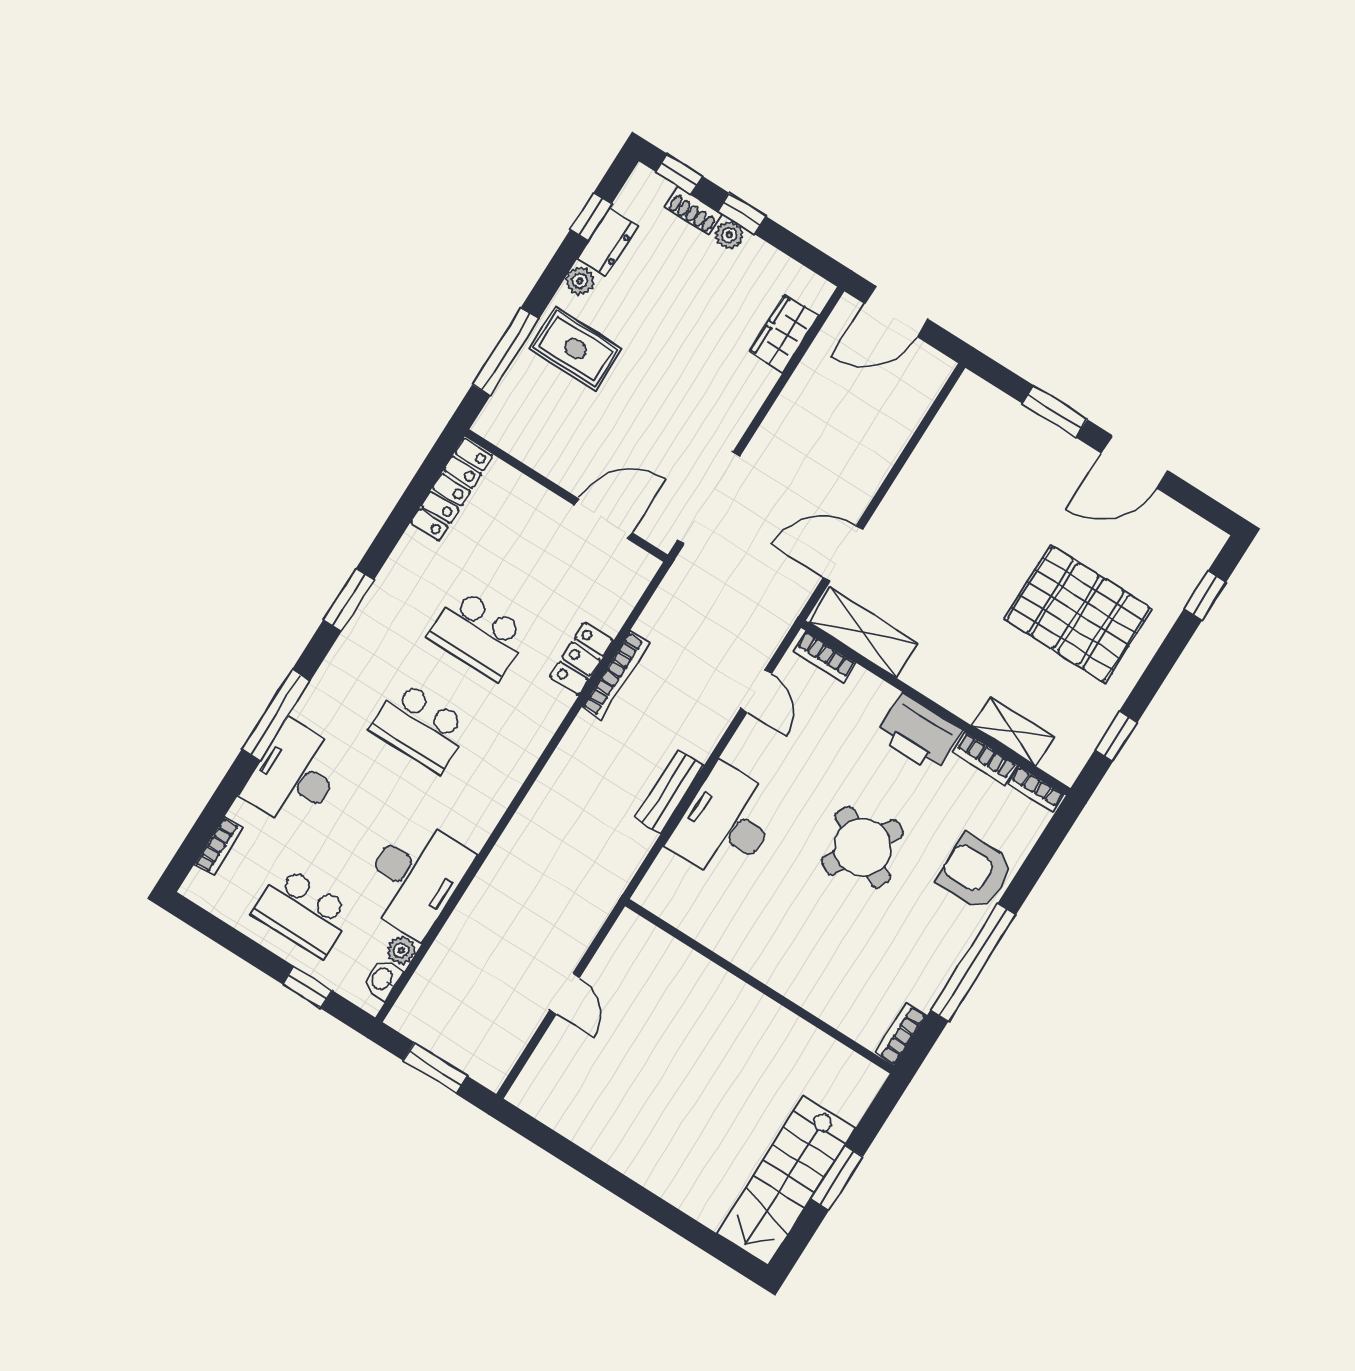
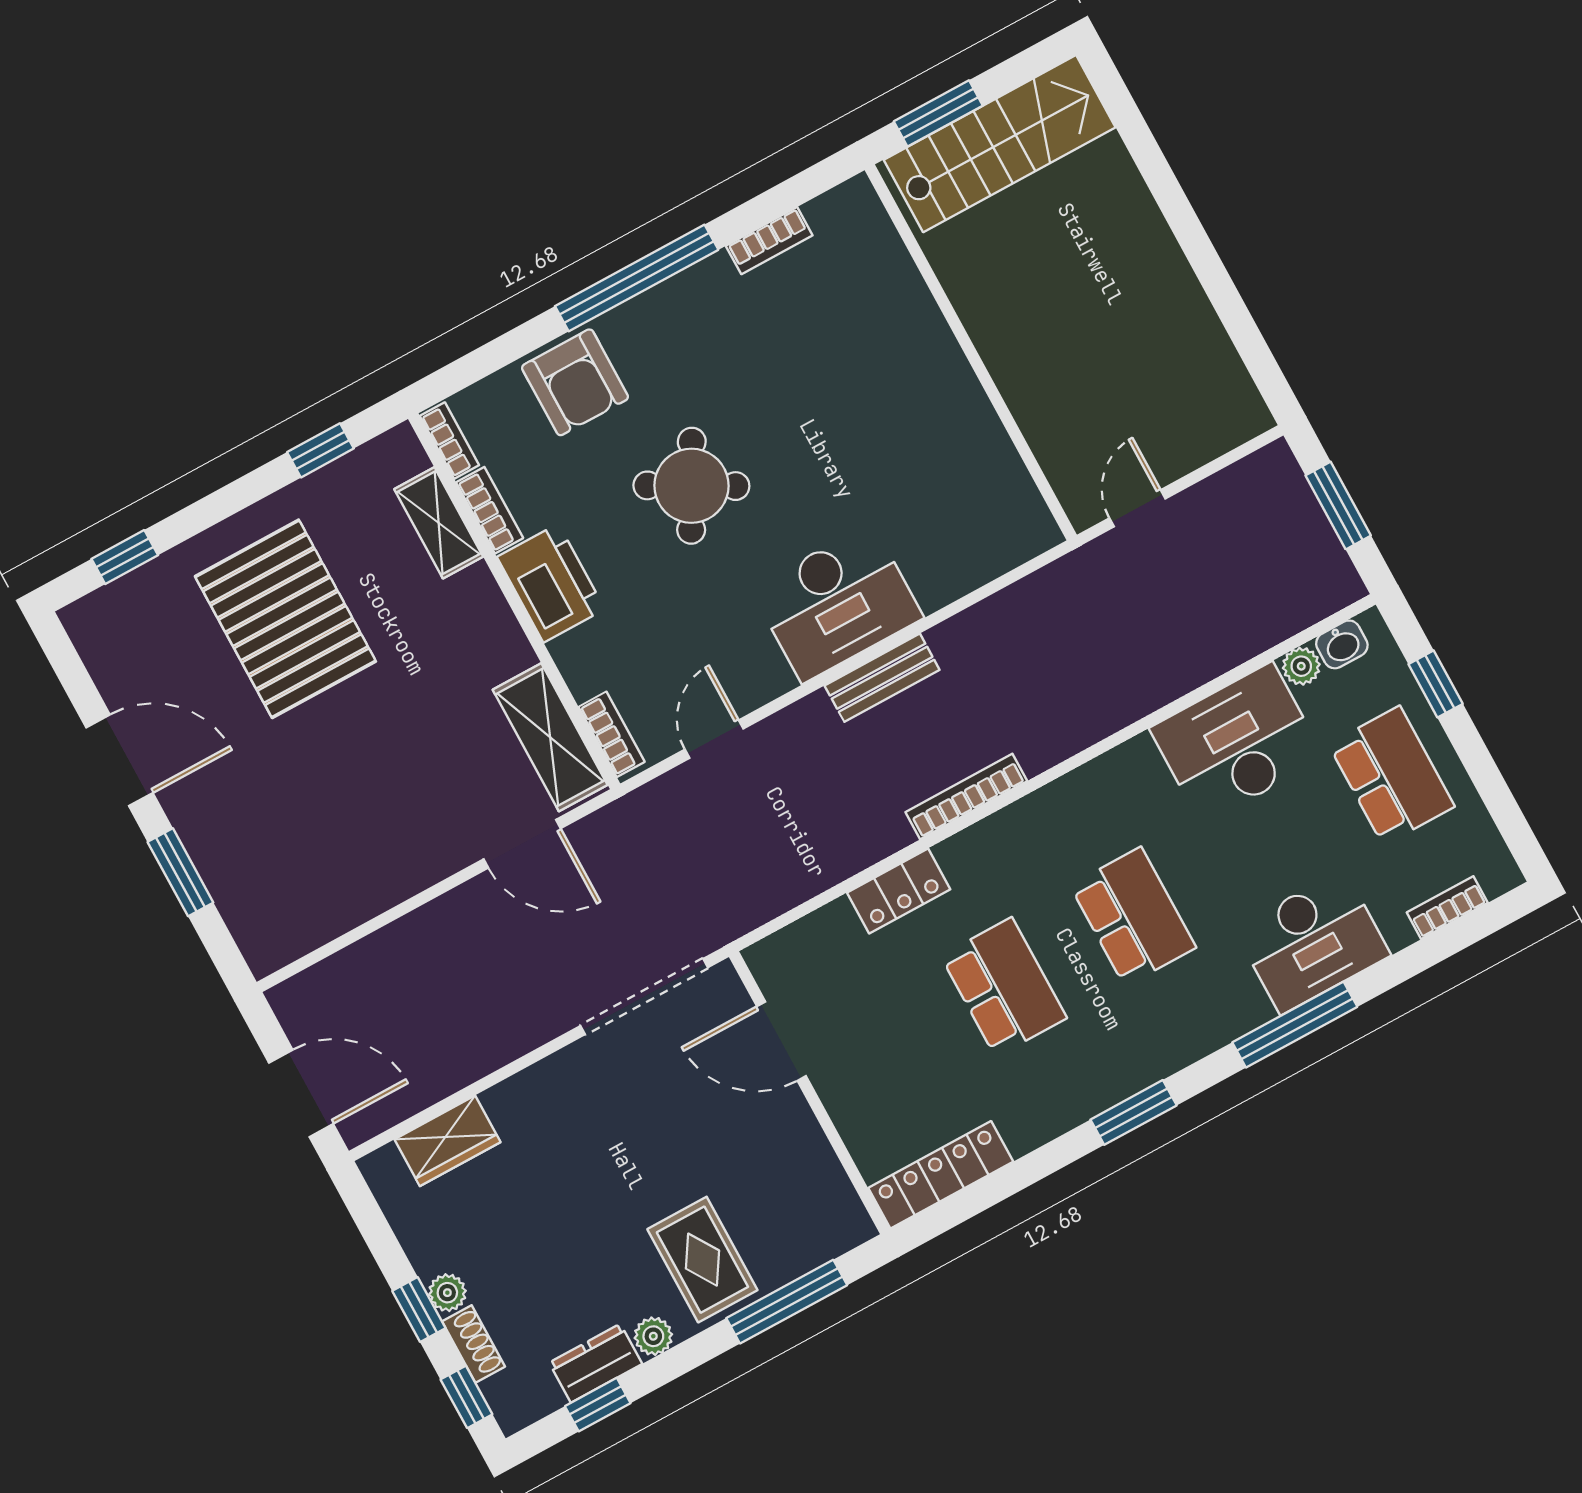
bookcase: (615, 675) -> (966, 797), moved
wall: (760, 986) -> (971, 352), moved

